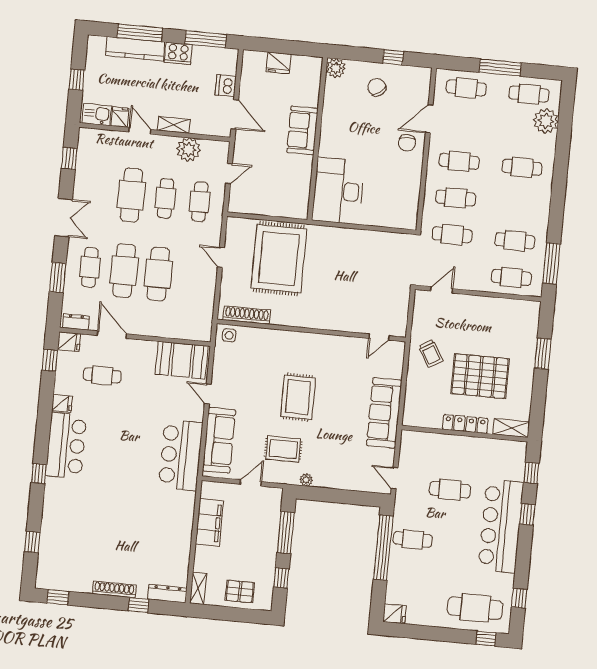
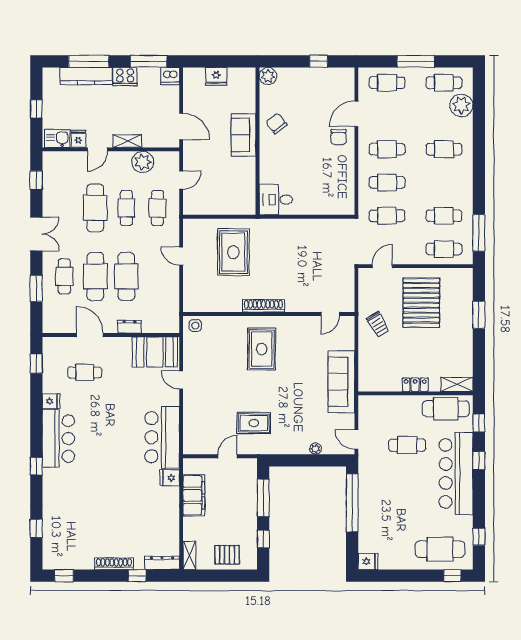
dishwasher: (226, 86) -> (170, 76), moved, turned -90
chair: (377, 87) -> (276, 123), moved
door: (140, 131) -> (97, 149), swing flipped
desk: (338, 191) -> (276, 200), width x0.53, depth x0.77
rug: (279, 258) -> (233, 252), width x0.73, depth x0.69
shoe rack: (247, 315) -> (263, 306), moved
dresser: (76, 322) -> (129, 327), moved
fridge: (69, 342) -> (170, 478), moved, turned 180
pallet: (480, 376) -> (421, 303), moved, turned 90
rug: (298, 397) -> (262, 349), moved
locker: (465, 424) -> (415, 385), width x0.66
sofa: (219, 440) -> (195, 421), removed
plant: (306, 480) -> (315, 449), moved
cafe table: (413, 539) -> (446, 409), moved, width x1.37, depth x1.35

